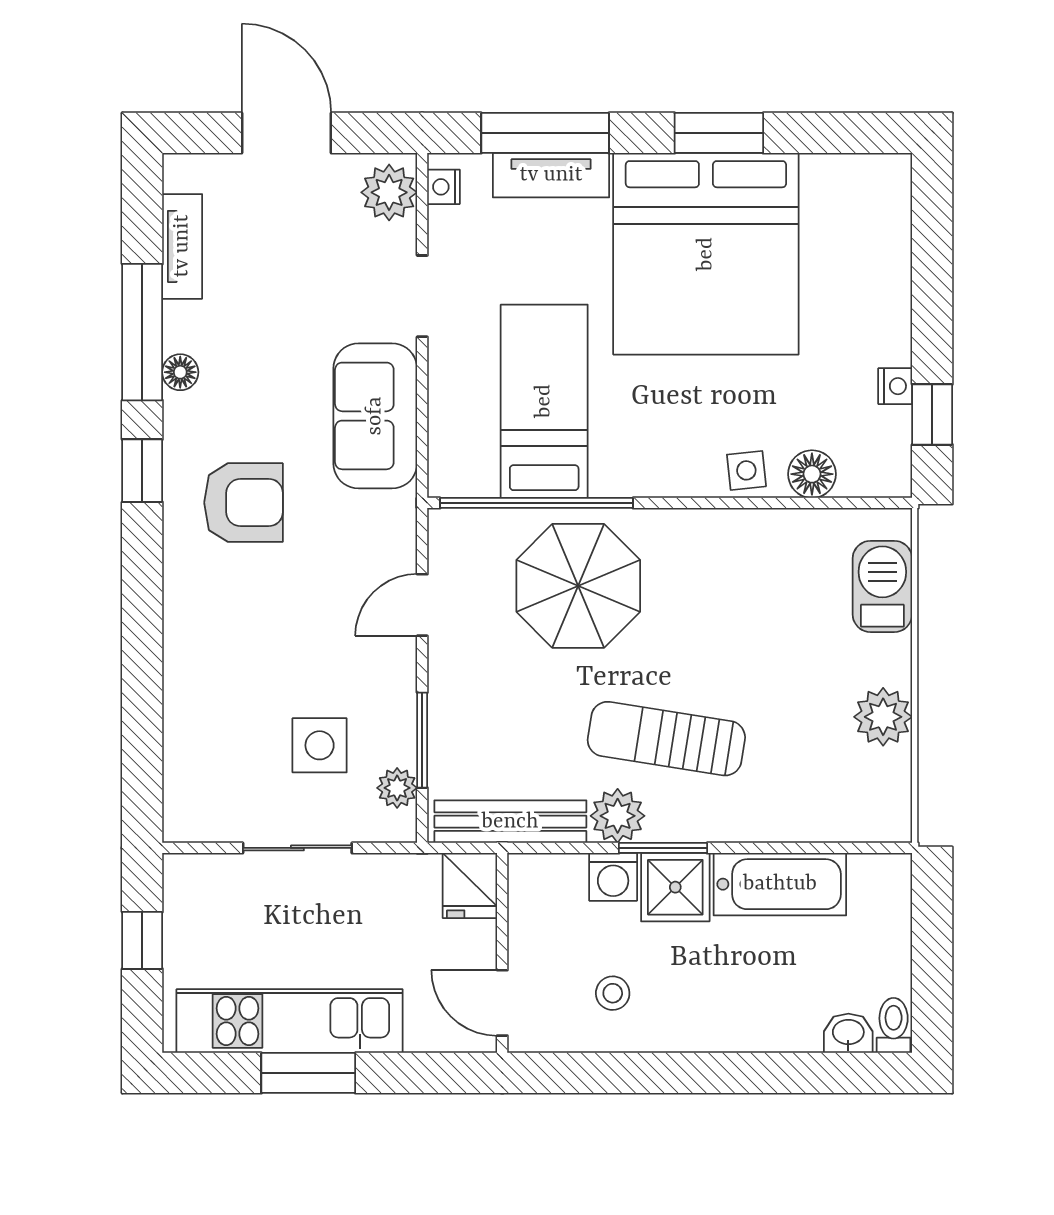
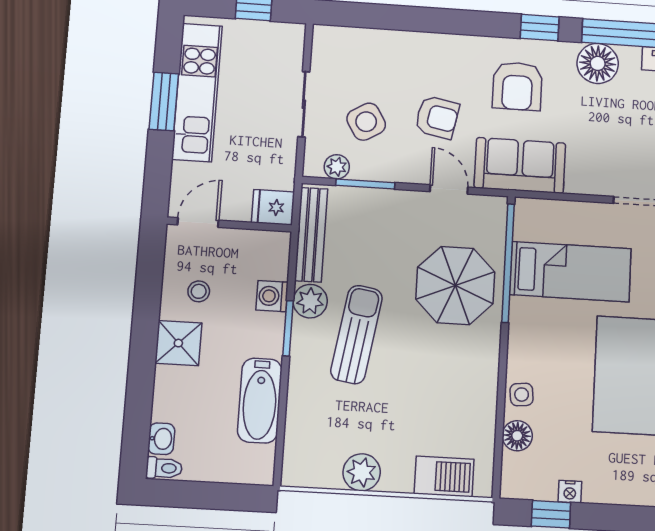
floor lamp: (180, 372) -> (598, 63), width x1.89, depth x1.89
sofa: (375, 416) -> (520, 165), moved
armchair: (304, 631) -> (437, 117), added
side table: (320, 745) -> (366, 122), turned -31
shower: (675, 887) -> (178, 343), moved

